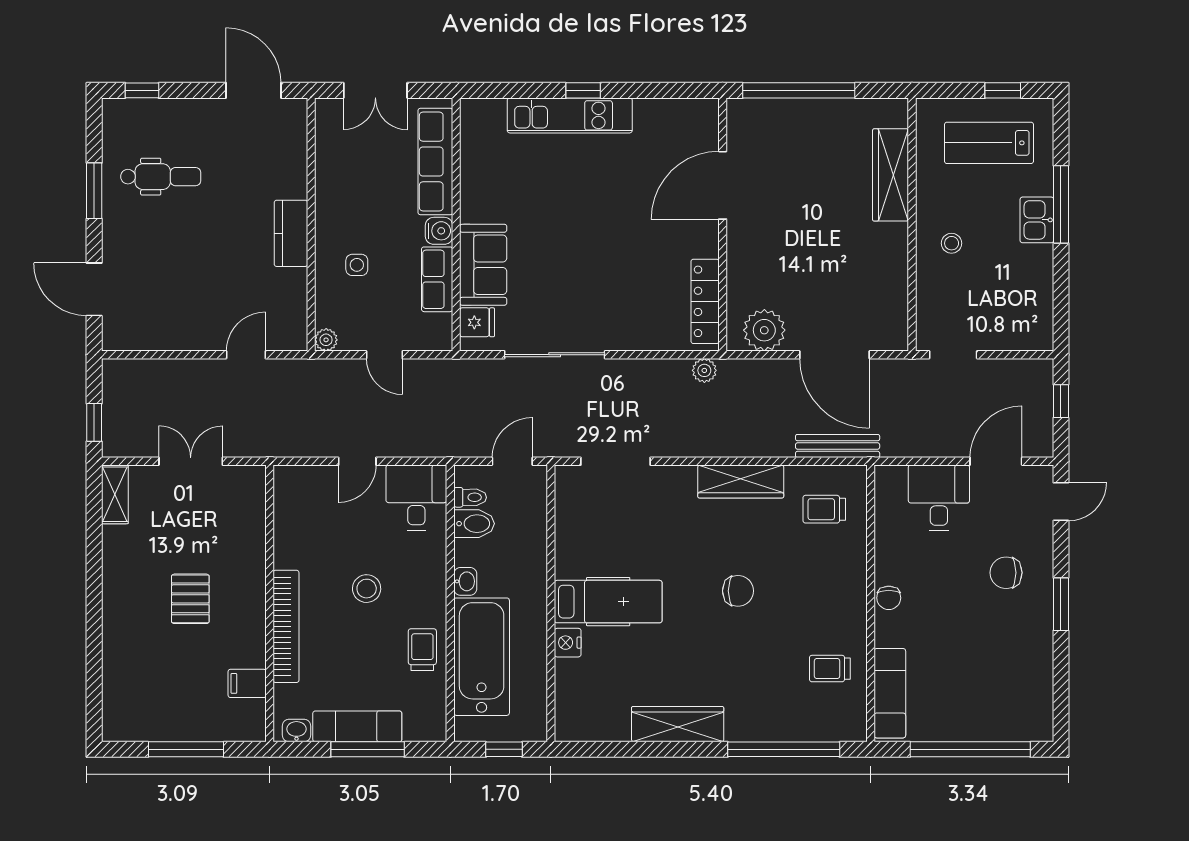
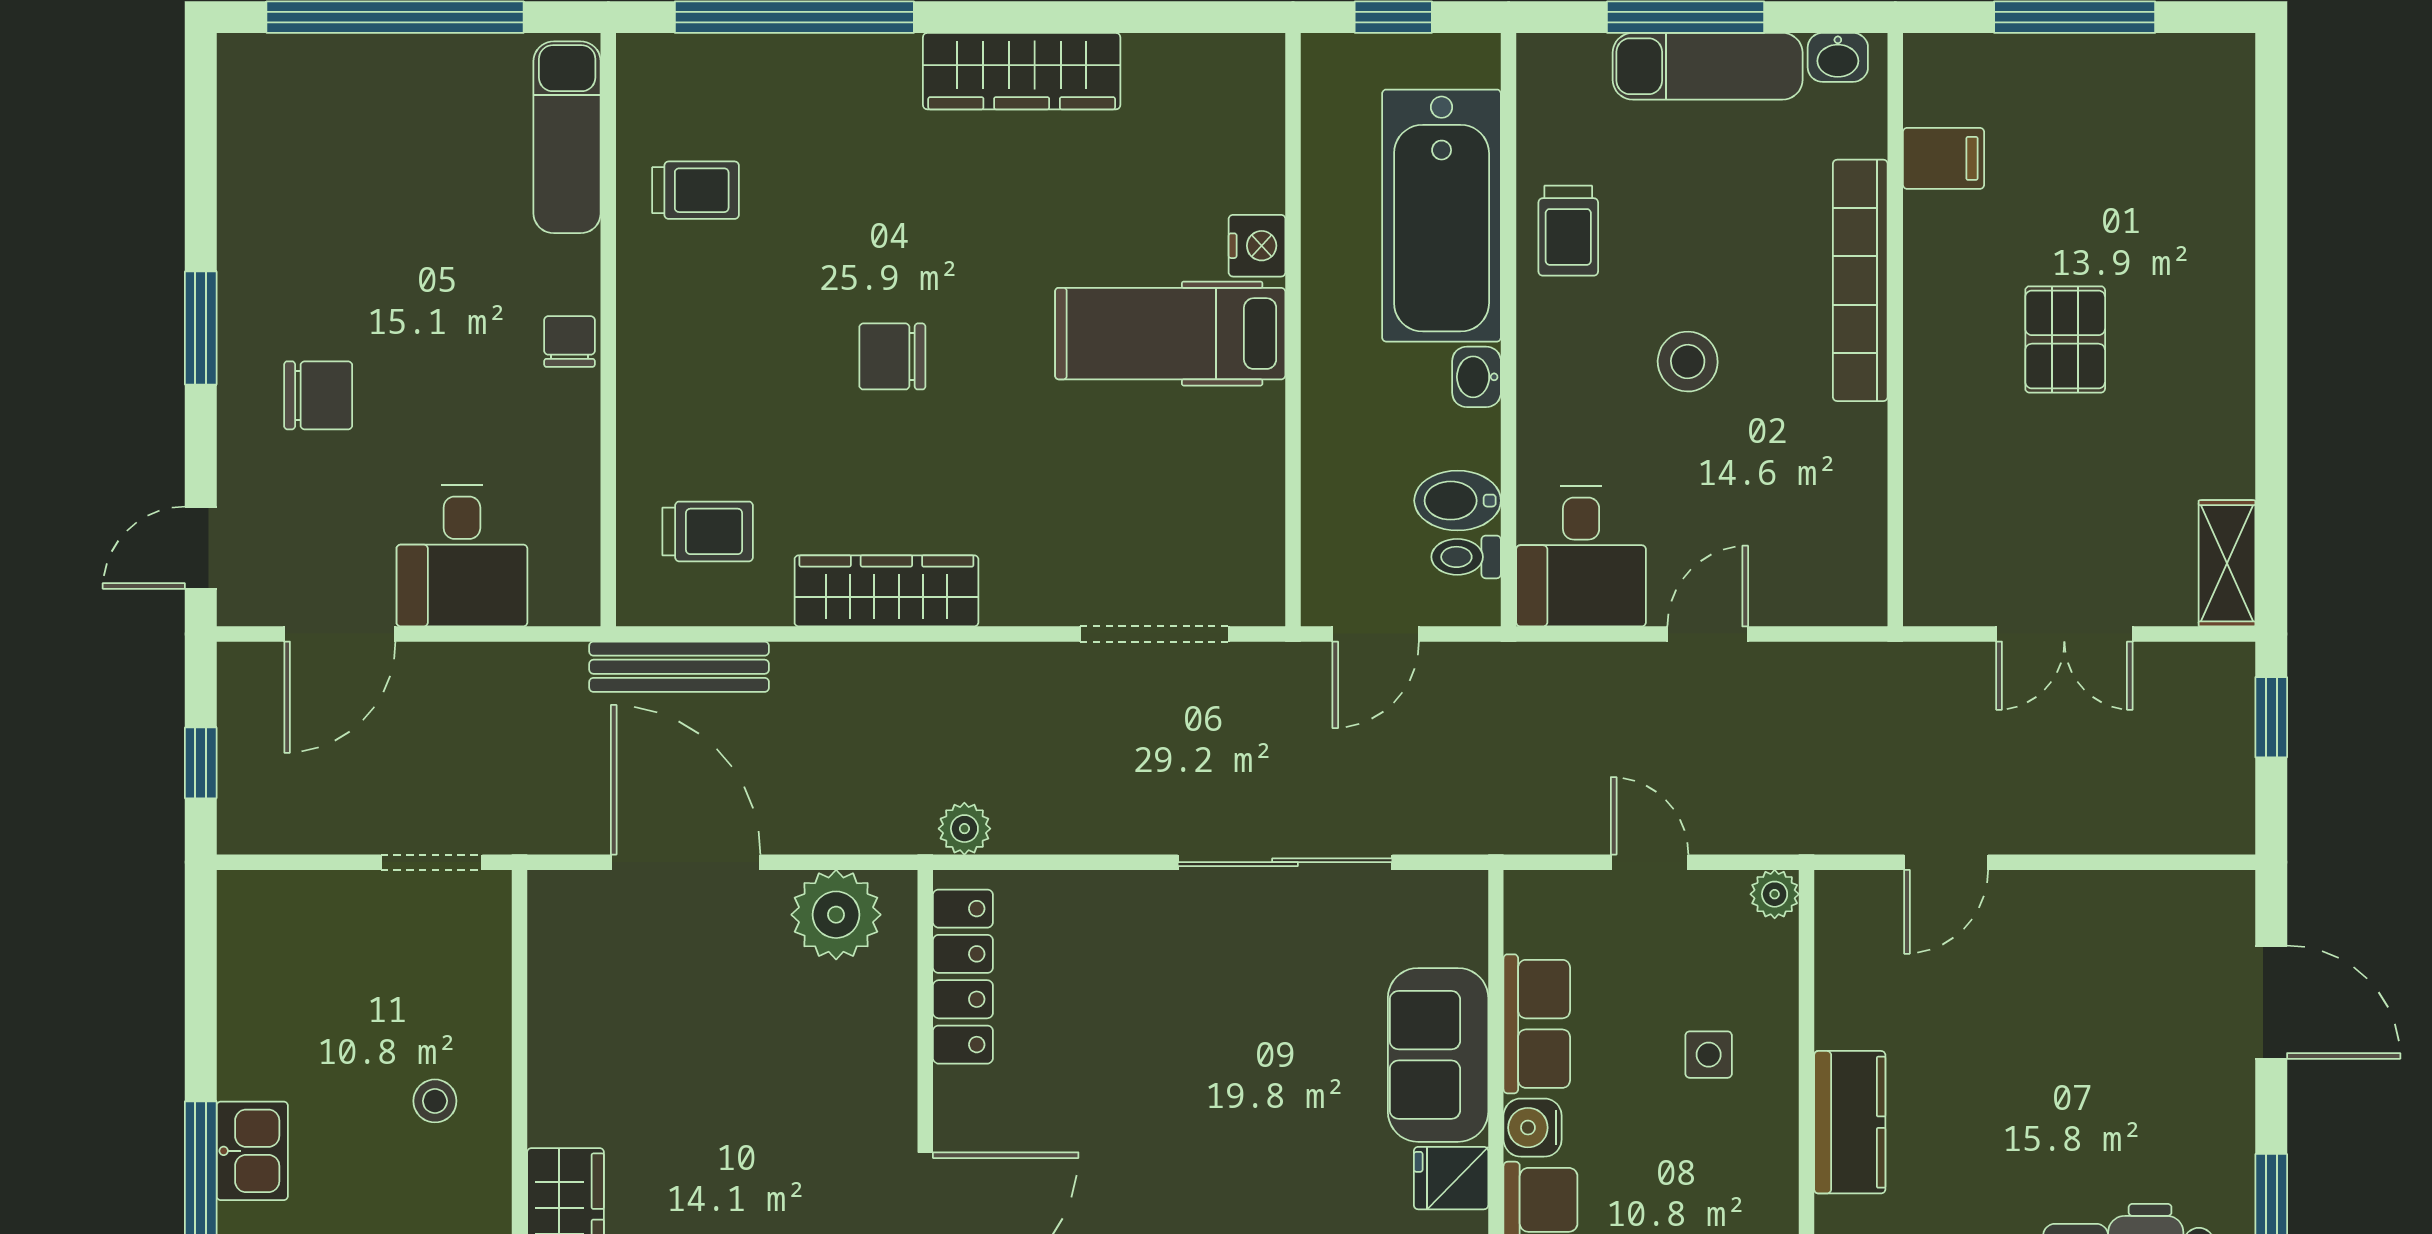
fridge: (477, 322) -> (1451, 1178), moved

